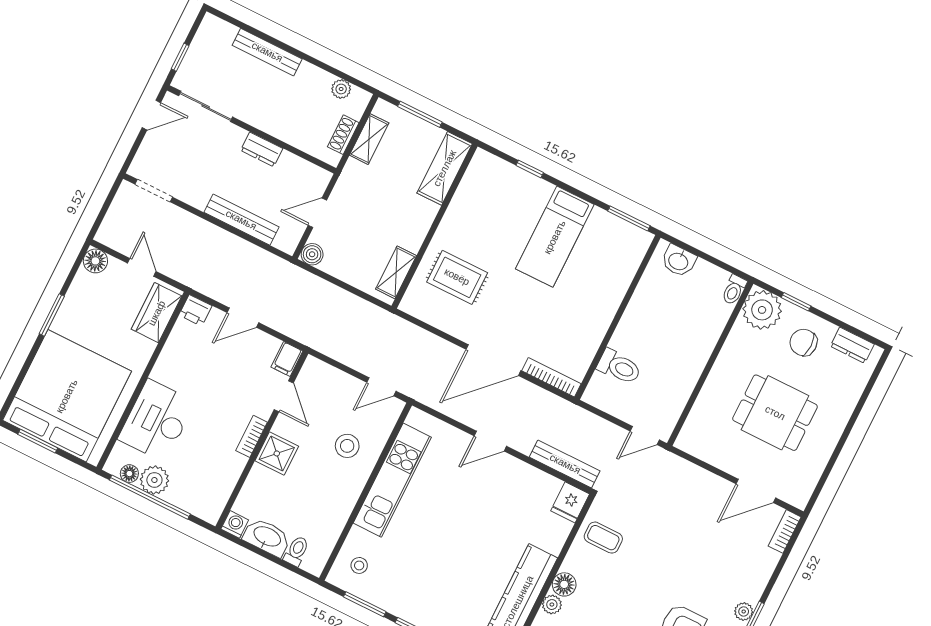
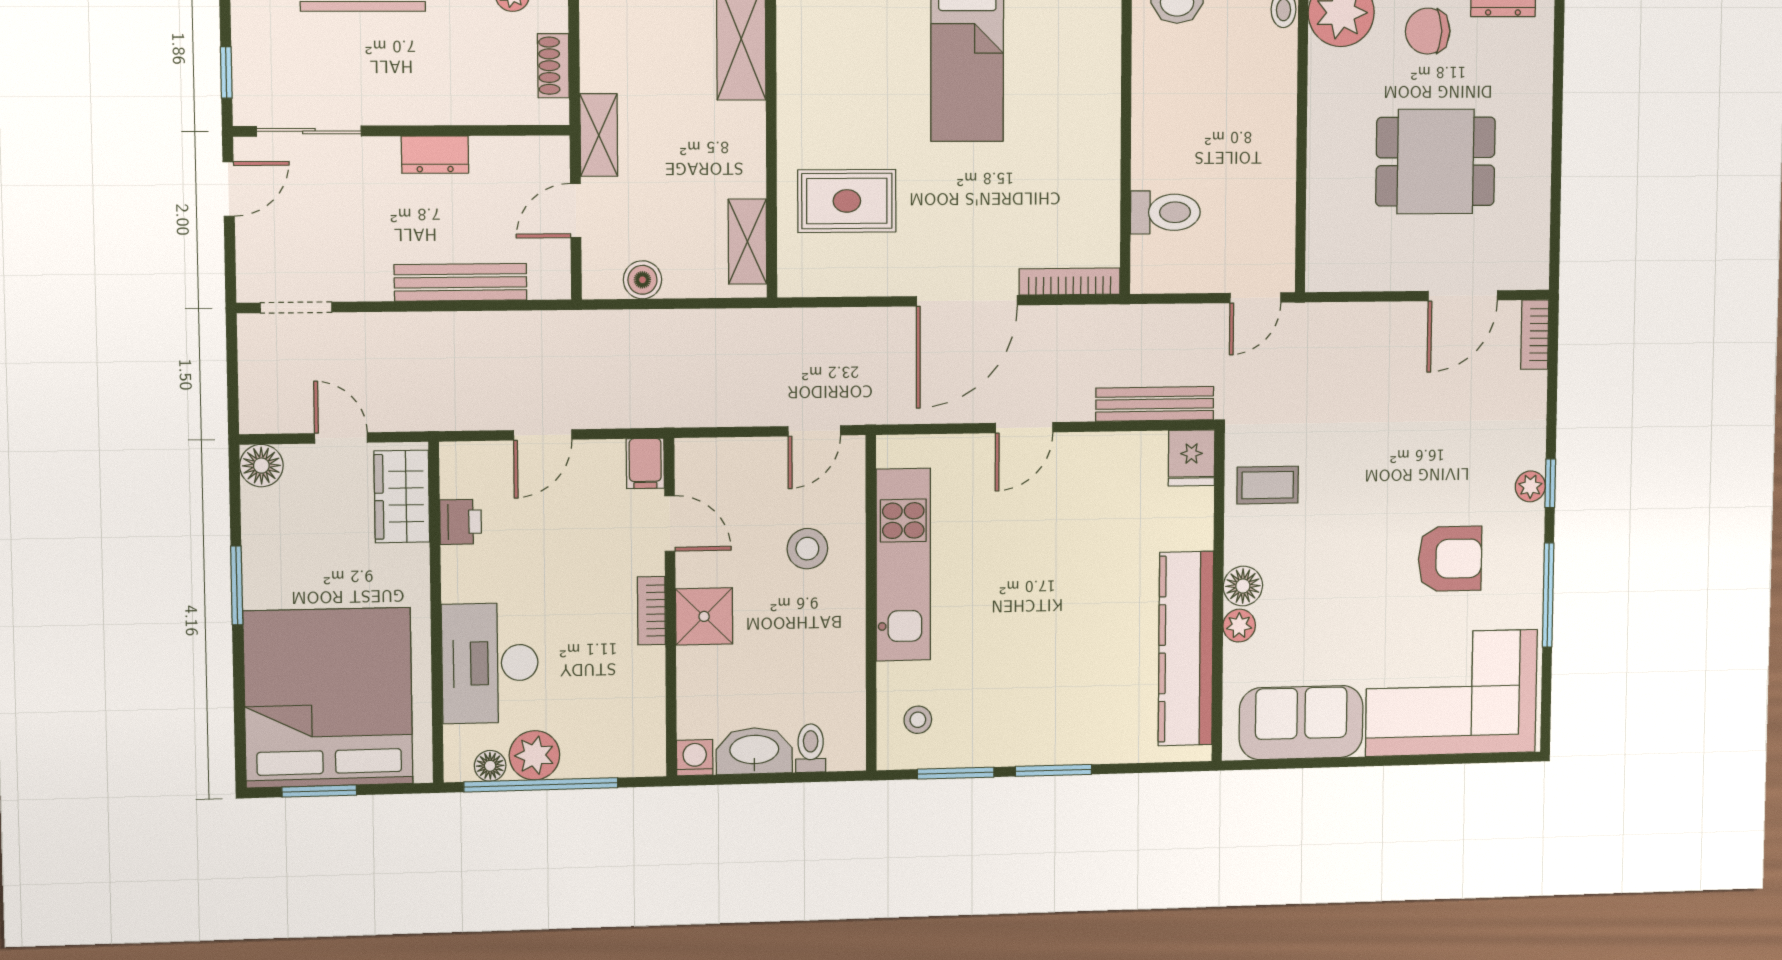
shelving: (369, 139) -> (599, 135), moved
boiler: (312, 254) -> (642, 280), moved
printer: (195, 310) -> (461, 522), moved, turned -90

